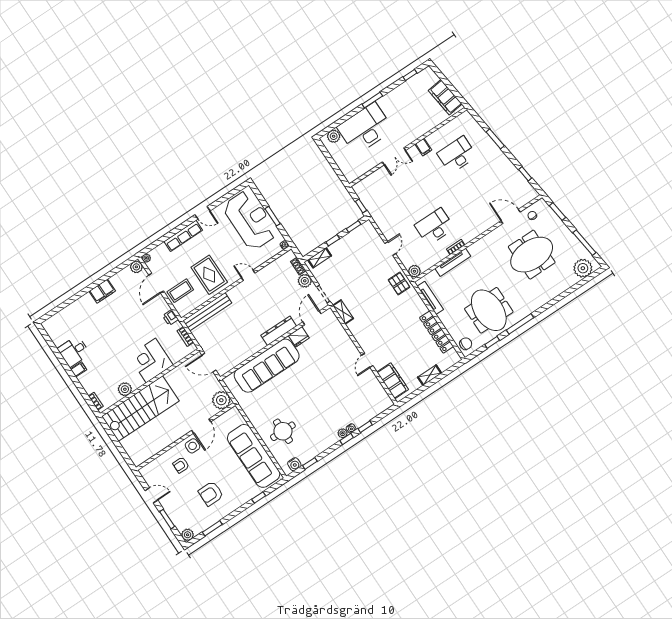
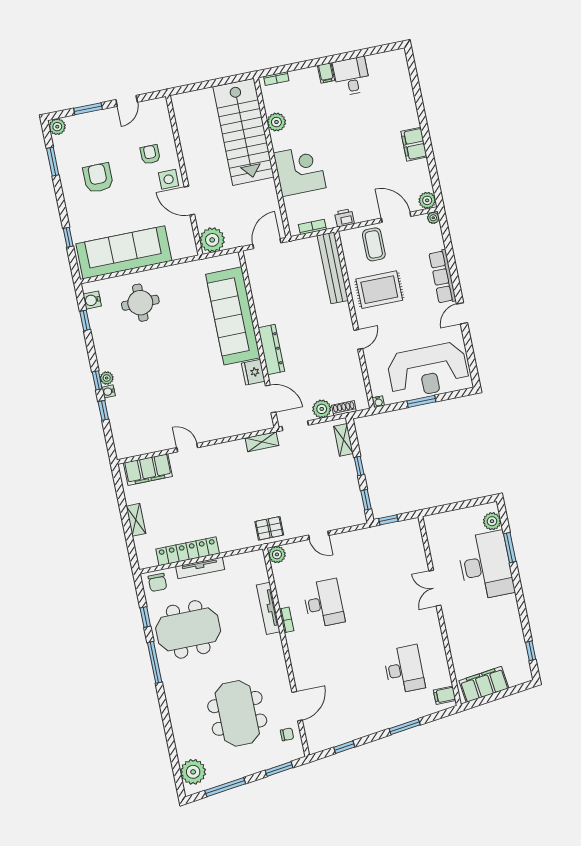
window: (372, 100) -> (510, 548), moved
filing cabinet: (423, 147) -> (445, 695), moved
tv unit: (430, 298) -> (200, 568), moved

